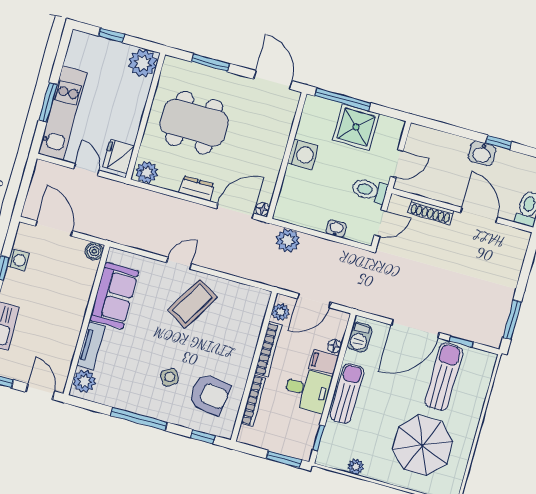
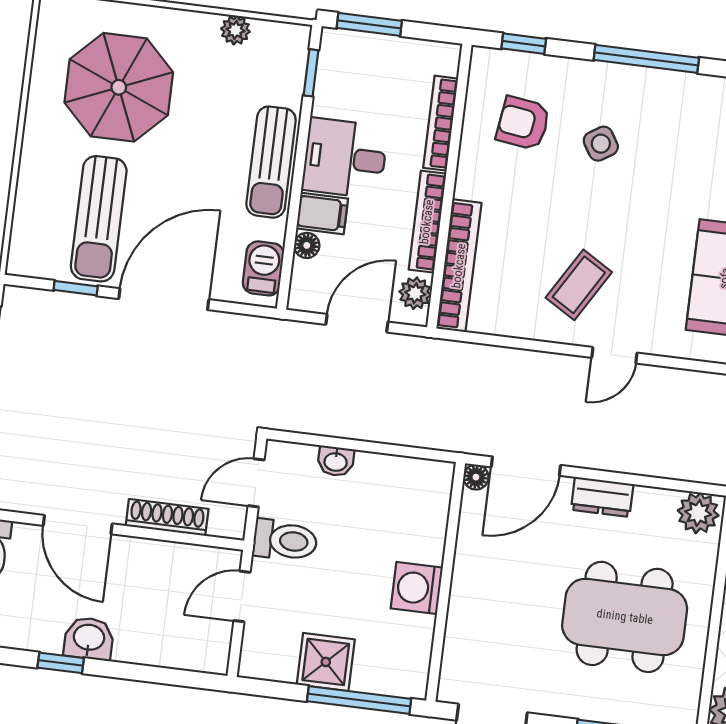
shower: (356, 127) -> (326, 662), width x0.73, depth x0.73
plant: (288, 241) -> (421, 426), removed
coffee table: (192, 304) -> (579, 285), width x0.73, depth x0.77
bookcase: (255, 323) -> (459, 266), added
armchair: (209, 394) -> (523, 123), width x0.72, depth x0.72

